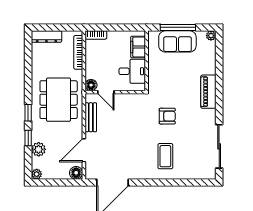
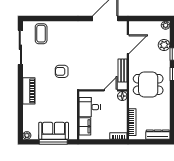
door: (106, 92) -> (111, 90), hinge flipped
dining table: (59, 100) -> (148, 84), width x0.73
coffee table: (165, 156) -> (41, 34), moved
floor lamp: (76, 173) -> (134, 26), removed

